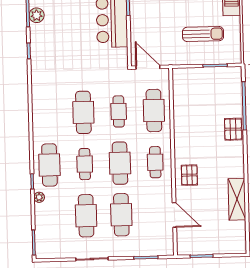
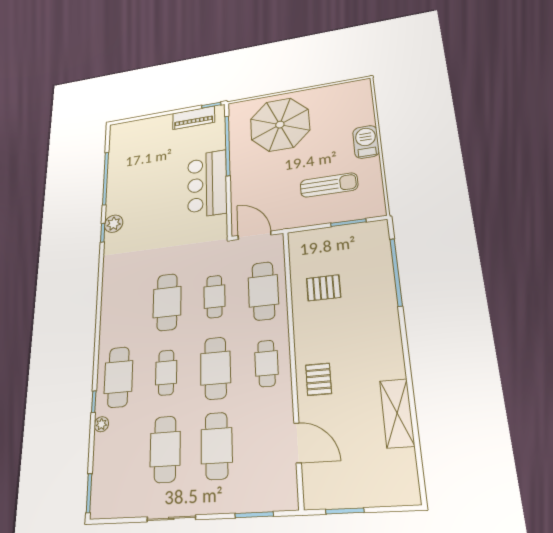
plant: (37, 15) -> (114, 224), moved
pallet: (233, 129) -> (324, 288), moved, turned 90

